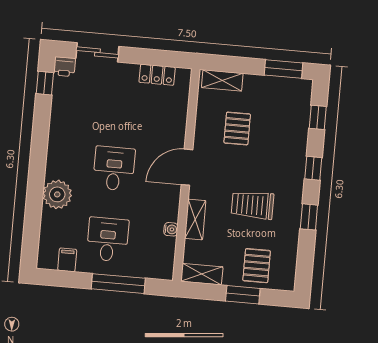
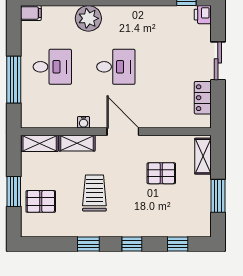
sliding door: (97, 52) -> (218, 61), moved
window: (284, 69) -> (218, 196), moved
water cooler: (171, 229) -> (84, 122), moved
filing cabinet: (67, 260) -> (31, 13), moved
shelving: (202, 274) -> (40, 143), moved, turned 90

